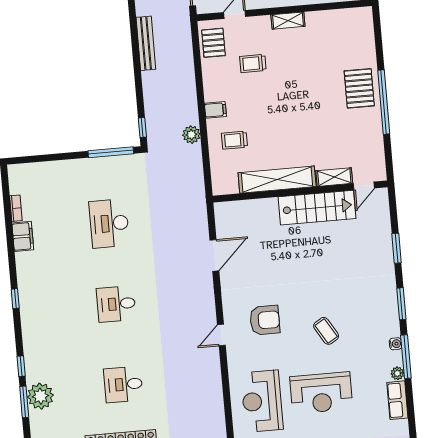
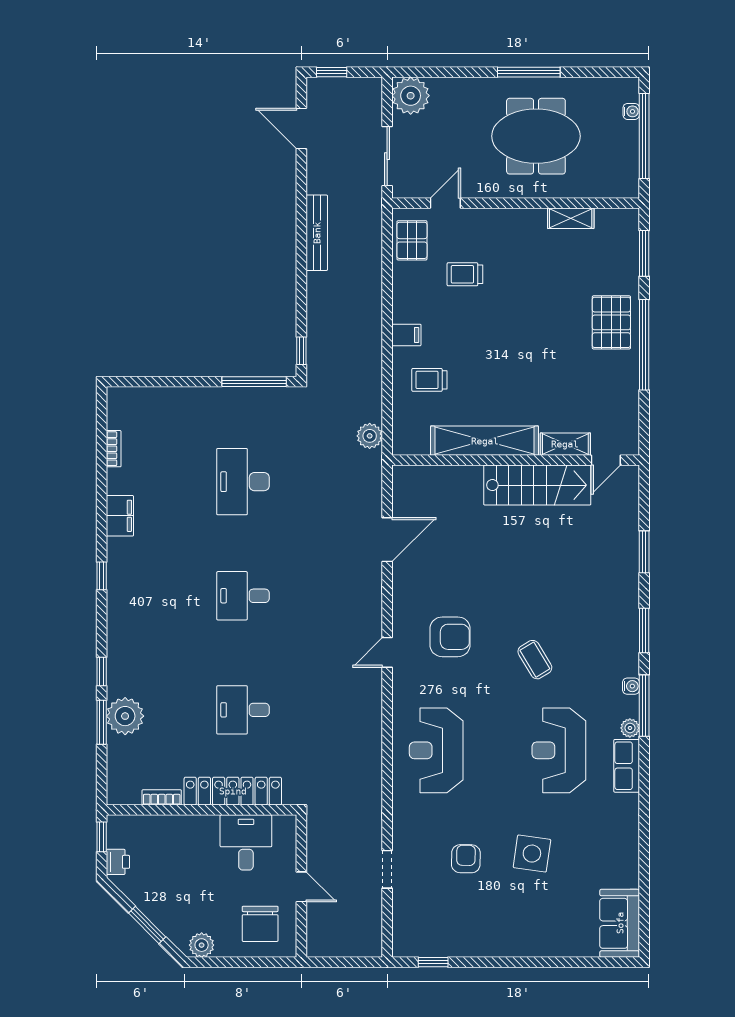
shelving: (288, 21) -> (571, 218), moved
window: (378, 38) -> (644, 253), added
plant: (191, 135) -> (370, 436), moved
filing cabinet: (23, 236) -> (120, 516), moved
reception desk: (321, 393) -> (559, 750), moved, turned 90

